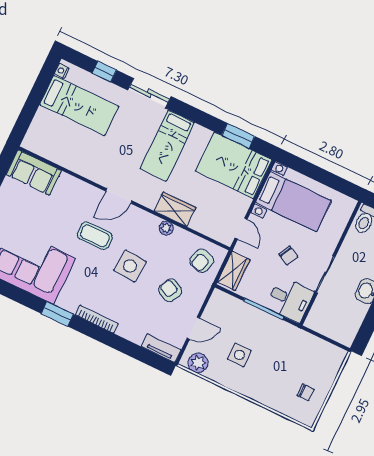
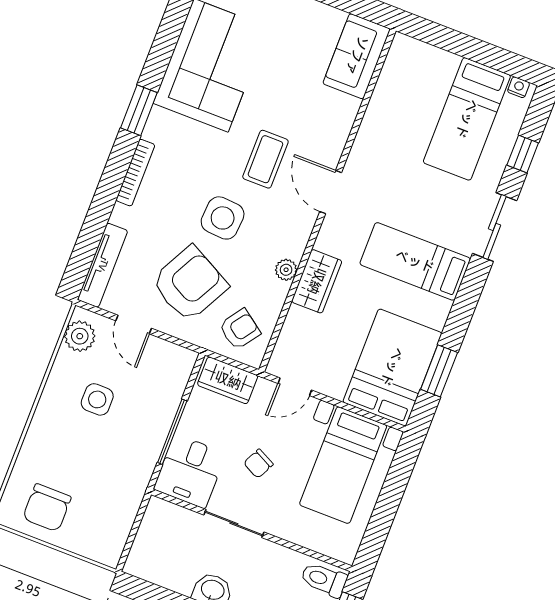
armchair: (202, 261) -> (240, 329), turned 109
armchair: (170, 290) -> (190, 284), width x1.88, depth x1.88
tv unit: (161, 348) -> (103, 265), width x1.41
chair: (306, 392) -> (47, 508), width x1.87, depth x1.87

